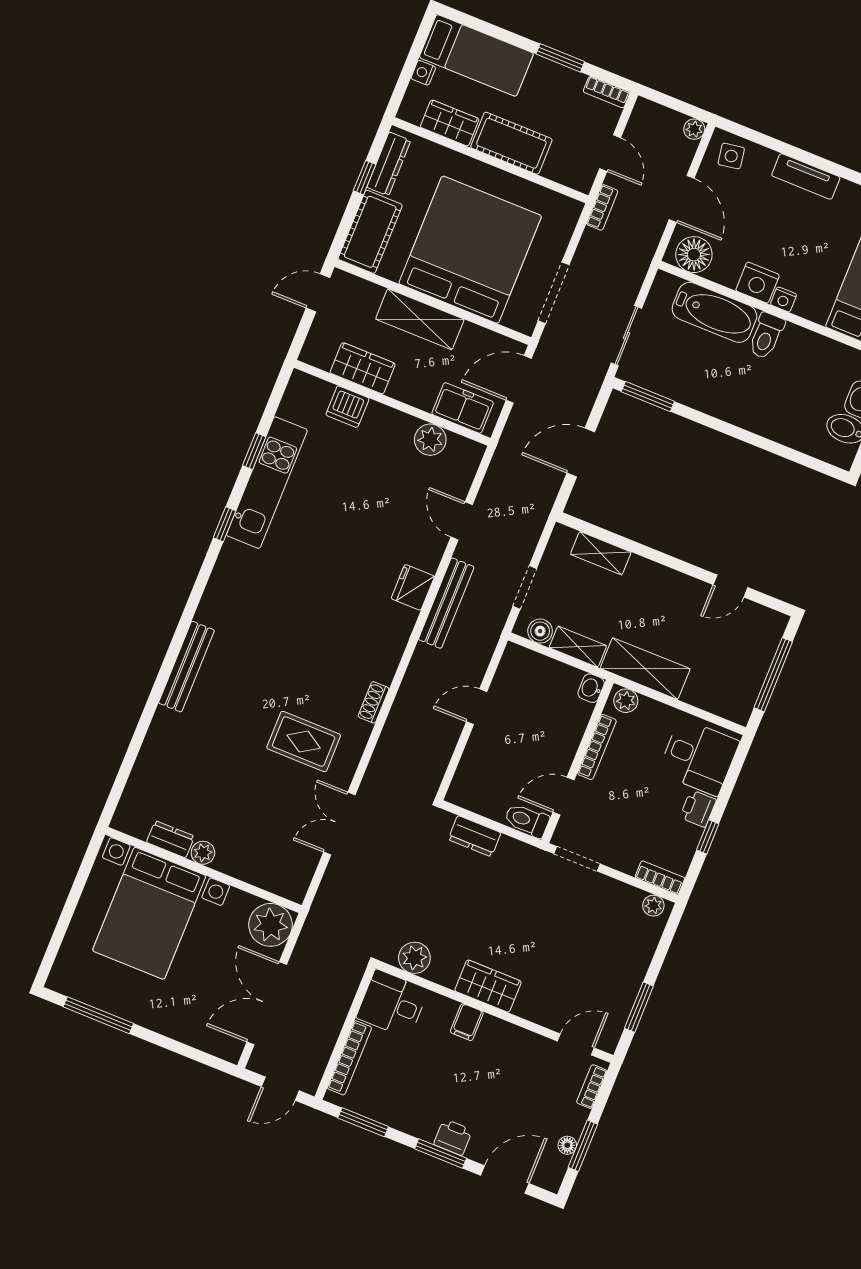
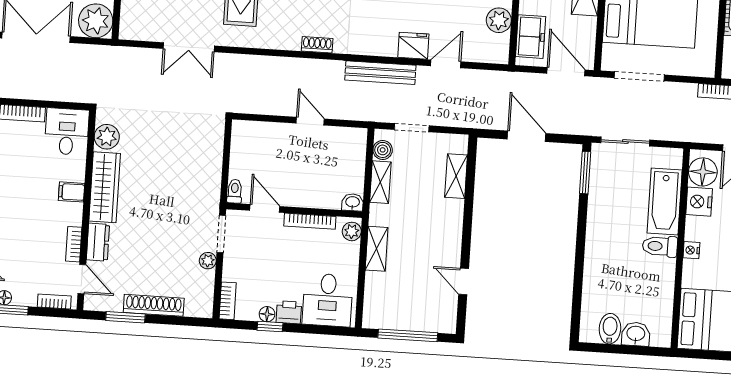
nightstand: (758, 283) -> (699, 202), moved
fridge: (413, 587) -> (413, 46), moved
shelving: (645, 669) -> (377, 249), width x0.67, depth x0.75
shoe rack: (374, 702) -> (317, 45), moved
toilet: (527, 820) -> (235, 191), width x0.73, depth x0.72
double door: (339, 824) -> (189, 47), swing flipped
dresser: (474, 836) -> (98, 242), moved, turned 180
floor lamp: (692, 836) -> (267, 314), added
plant: (653, 906) -> (208, 261), moved
shoe rack: (636, 968) -> (154, 305), added
wardrobe: (488, 986) -> (105, 187), width x1.50
bookcase: (531, 1040) -> (74, 244), added

